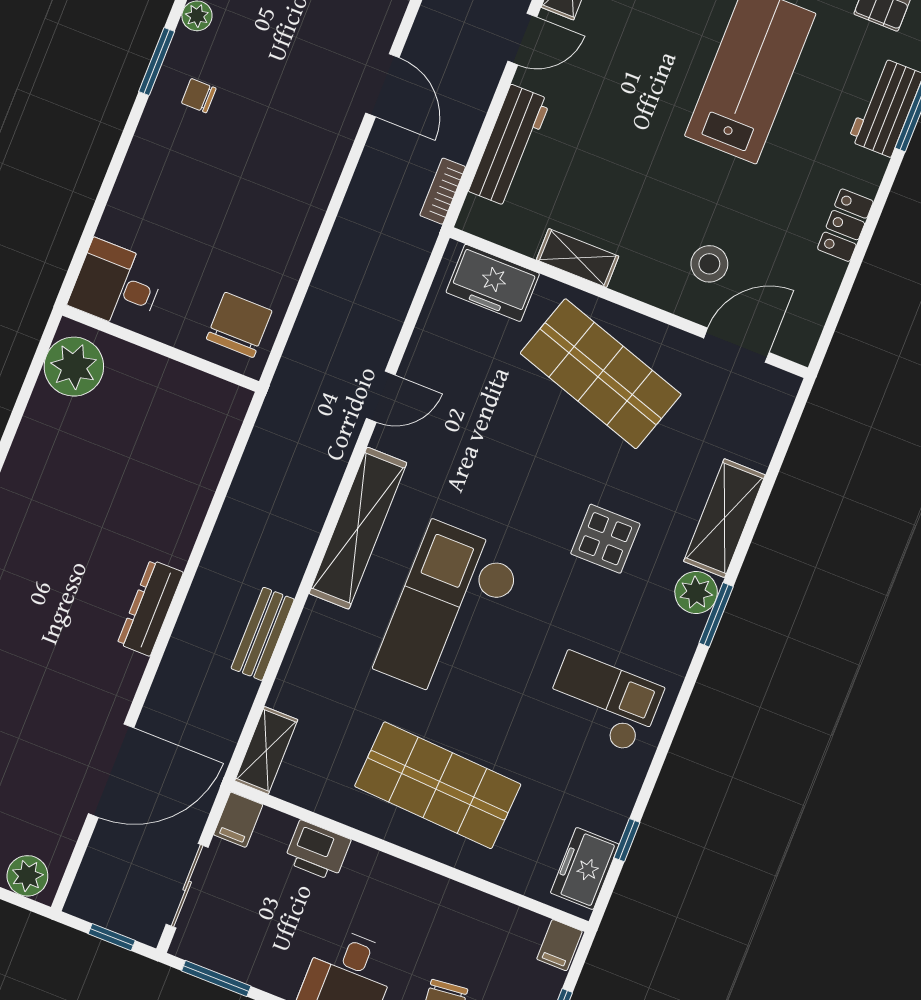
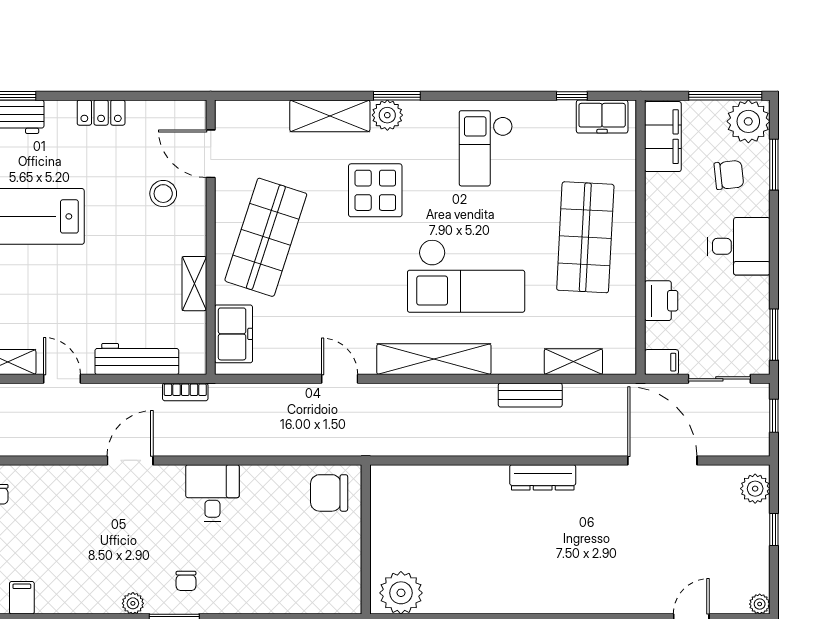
desk: (117, 285) -> (212, 493), moved, turned 180
display table: (605, 539) -> (375, 190), width x1.36, depth x1.36
shelving: (266, 750) -> (573, 362), moved
filing cabinet: (559, 945) -> (663, 137), width x3.00, depth x1.17

